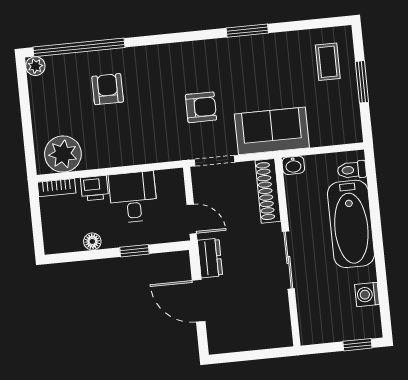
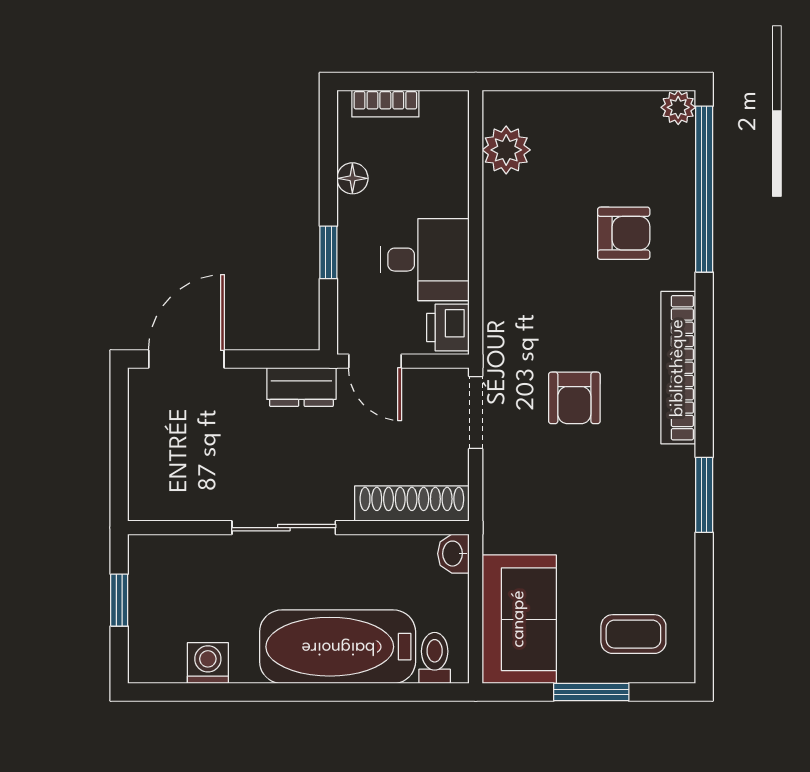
bookcase: (179, 52) -> (678, 368), added
sofa: (272, 131) -> (519, 619), moved
plant: (63, 154) -> (506, 150), width x0.73, depth x0.73
bookcase: (57, 188) -> (385, 103), moved, turned -90
printer: (94, 188) -> (448, 327), moved
door: (192, 219) -> (375, 361), hinge flipped
door: (199, 301) -> (186, 359), moved
window: (357, 345) -> (119, 600), moved

